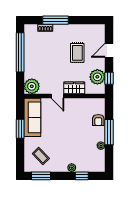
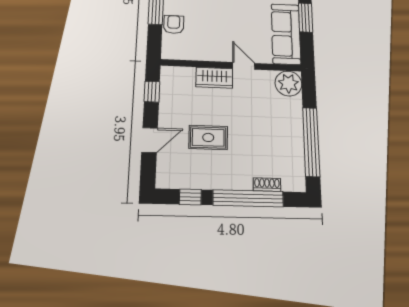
window: (56, 20) -> (248, 198), width x1.46
window: (86, 20) -> (190, 197), added
rug: (77, 53) -> (208, 137), turned 90
plant: (97, 77) -> (173, 95), removed

